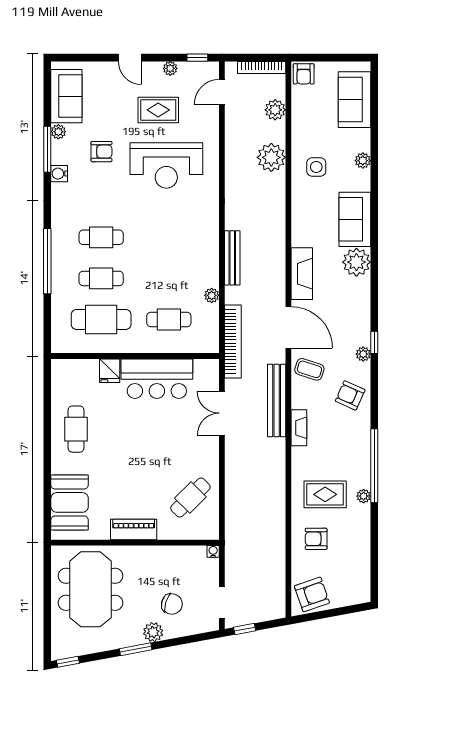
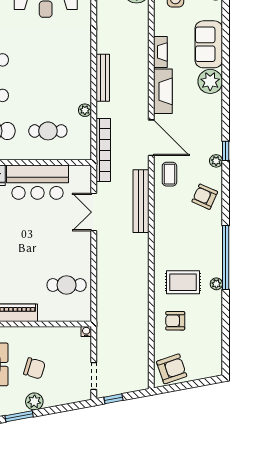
coffee table: (309, 369) -> (169, 174), turned 72
fireplace: (299, 428) -> (160, 52), moved
cafe table: (190, 498) -> (67, 285), turned 45
chair: (172, 604) -> (34, 368), moved

